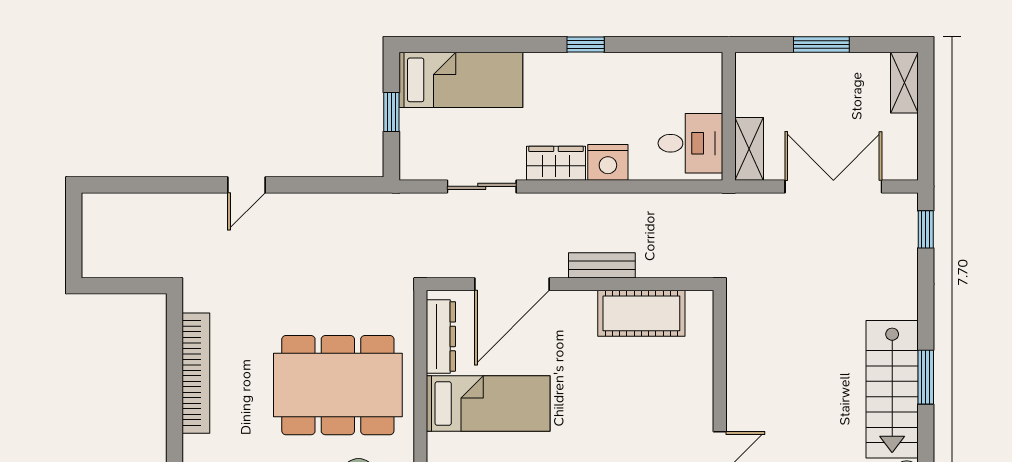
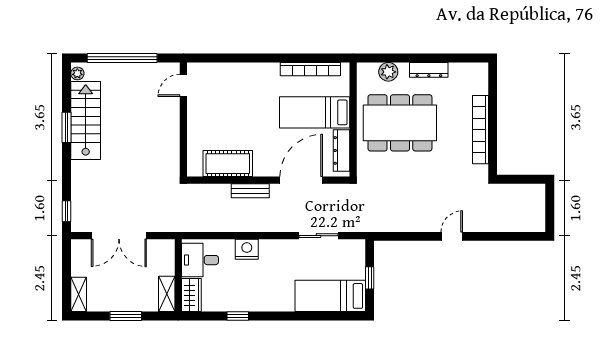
window: (586, 44) -> (238, 316), moved
shelving: (749, 149) -> (167, 294), moved
wardrobe: (556, 163) -> (191, 295), moved, turned -90

